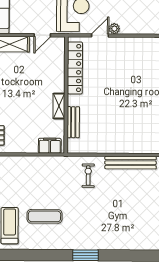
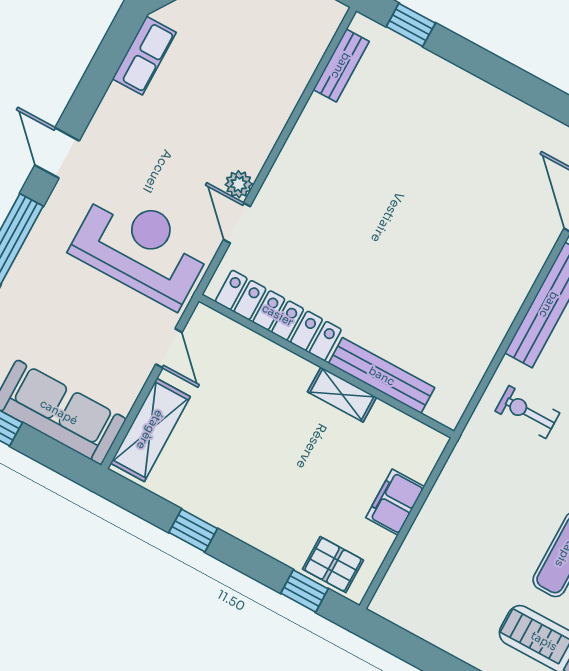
bench: (73, 122) -> (382, 376), width x1.36
filing cabinet: (50, 146) -> (395, 502), moved

